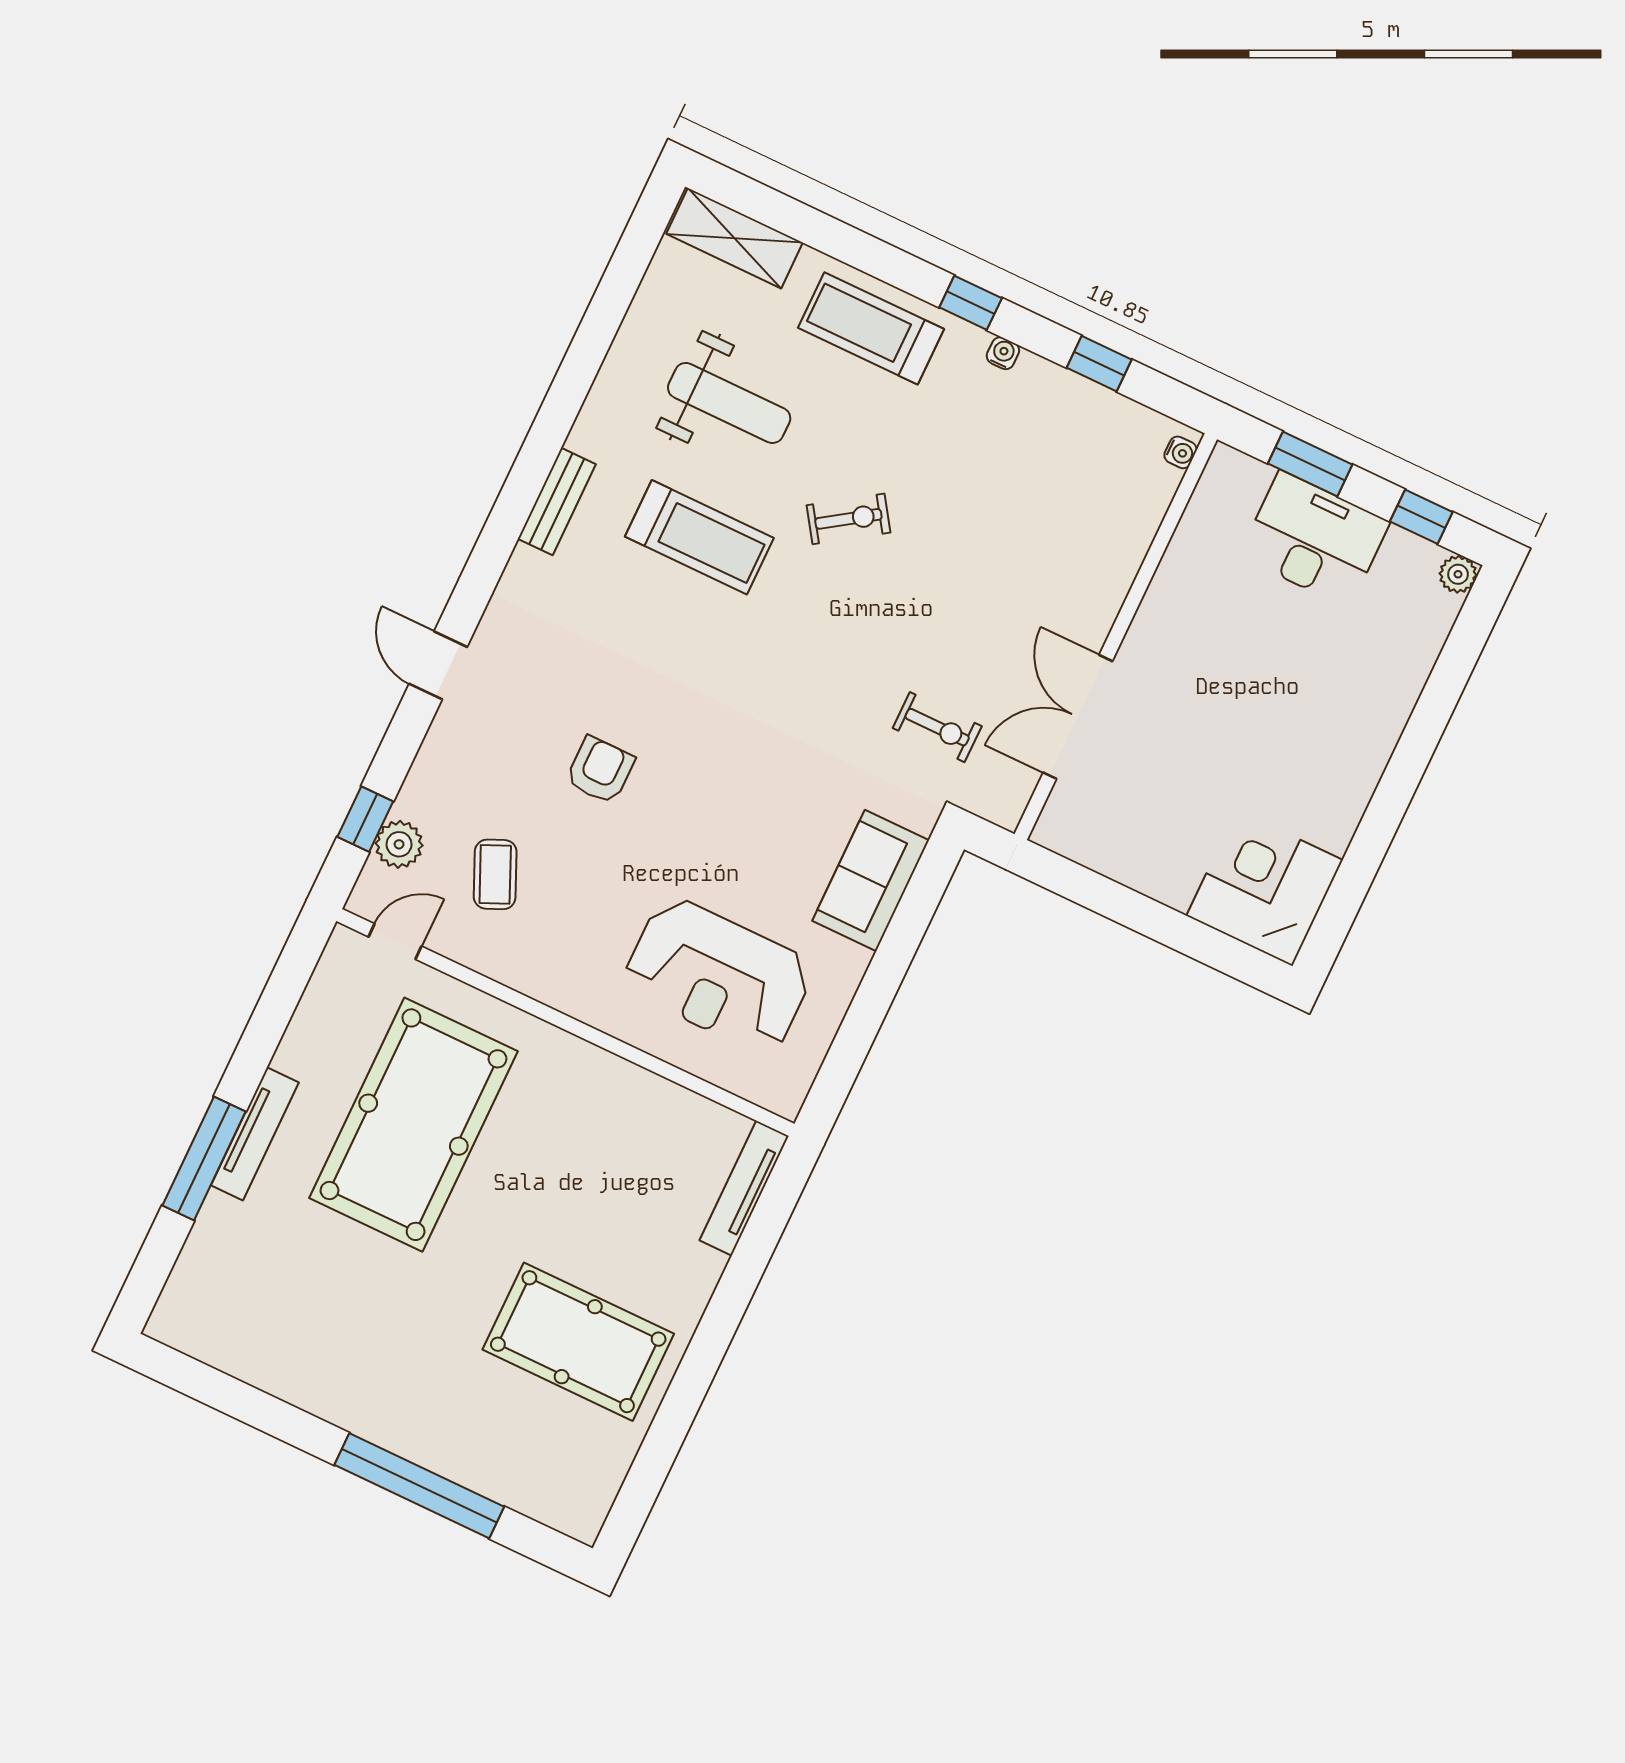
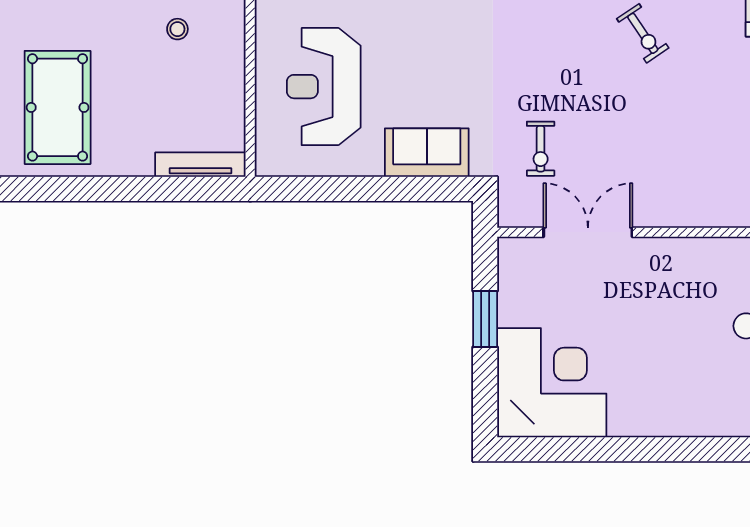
corner desk: (1265, 888) -> (552, 383), width x1.36, depth x1.36
window: (1128, 908) -> (485, 319), added
stool: (550, 1133) -> (177, 29), added

